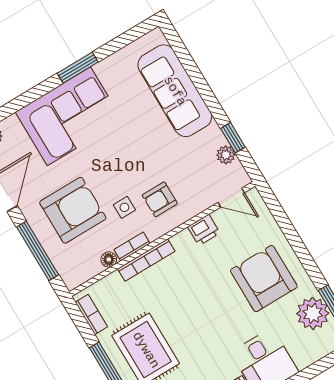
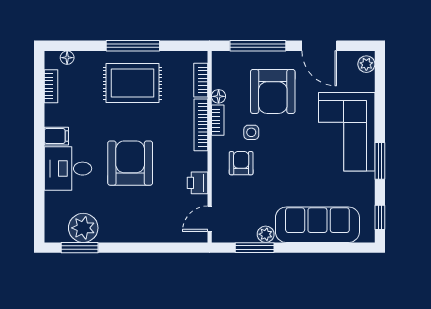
window: (132, 35) -> (380, 217), added
window: (233, 138) -> (255, 248), width x1.50
plant: (226, 155) -> (266, 234), moved
armchair: (264, 279) -> (130, 163), moved, turned -90
bookcase: (91, 314) -> (201, 80), moved, turned 90

